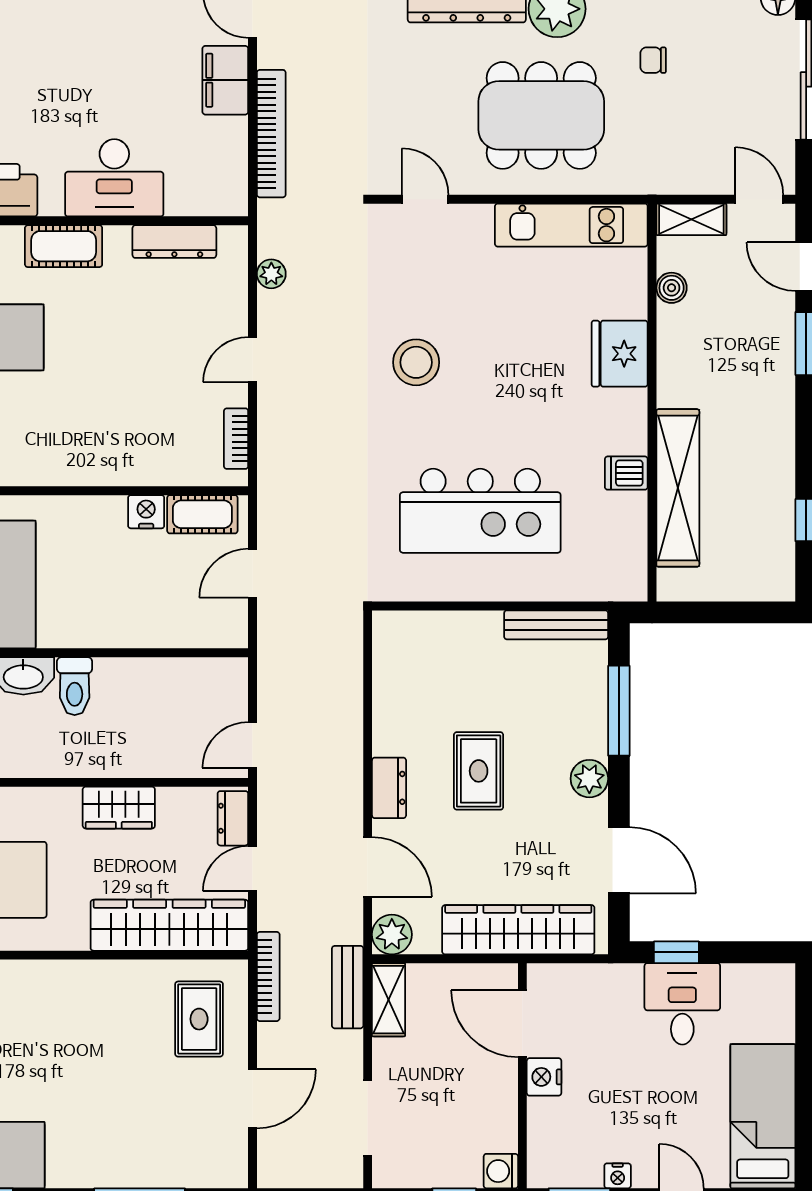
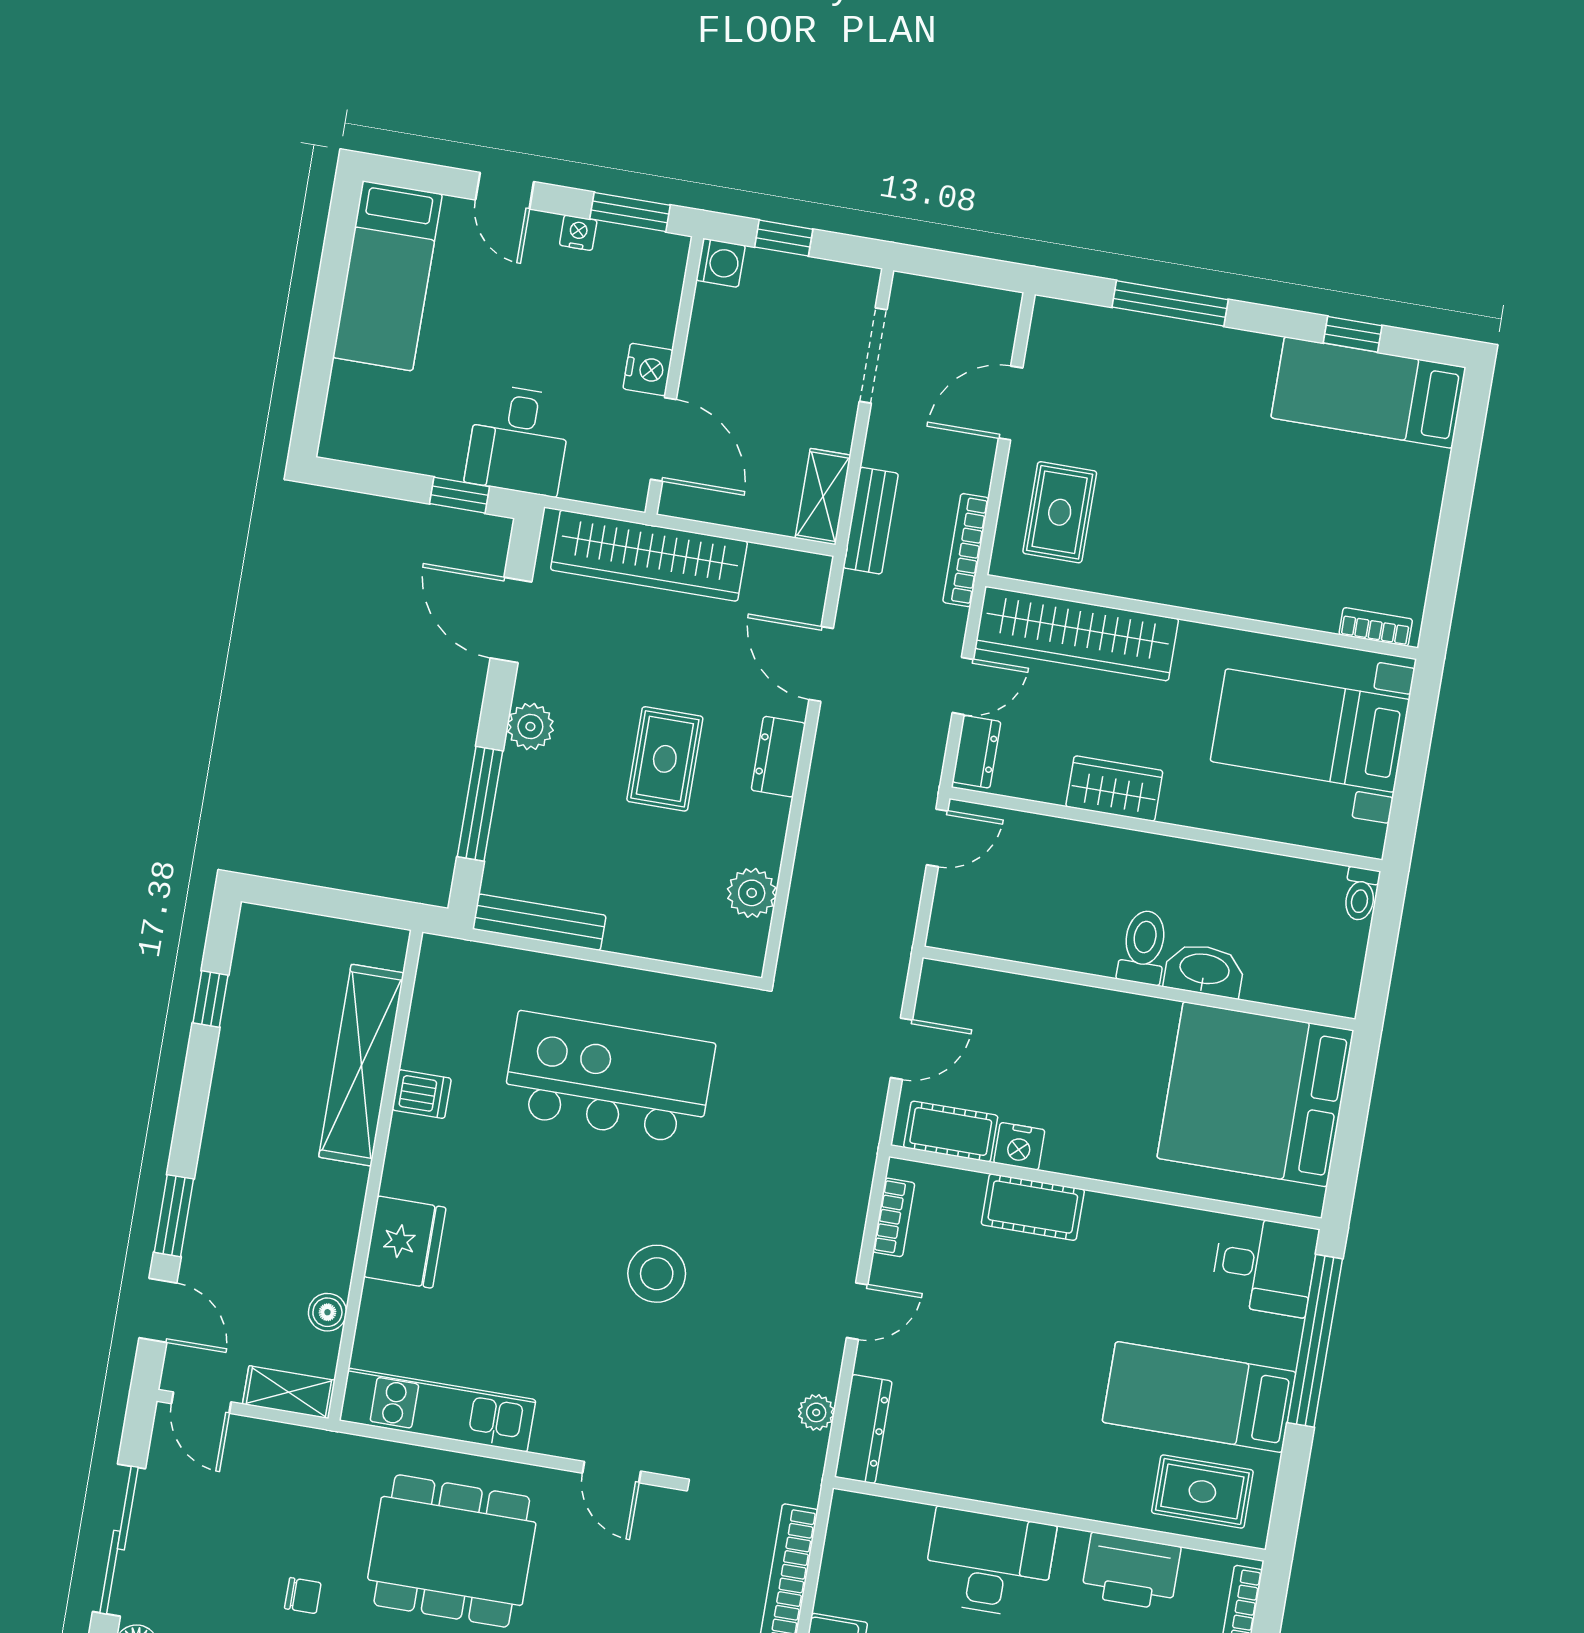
dresser: (174, 242) -> (863, 1429), moved, turned 90
cot: (64, 246) -> (1033, 1207), moved
plant: (392, 934) -> (752, 893), moved
desk: (682, 1004) -> (519, 440), moved

